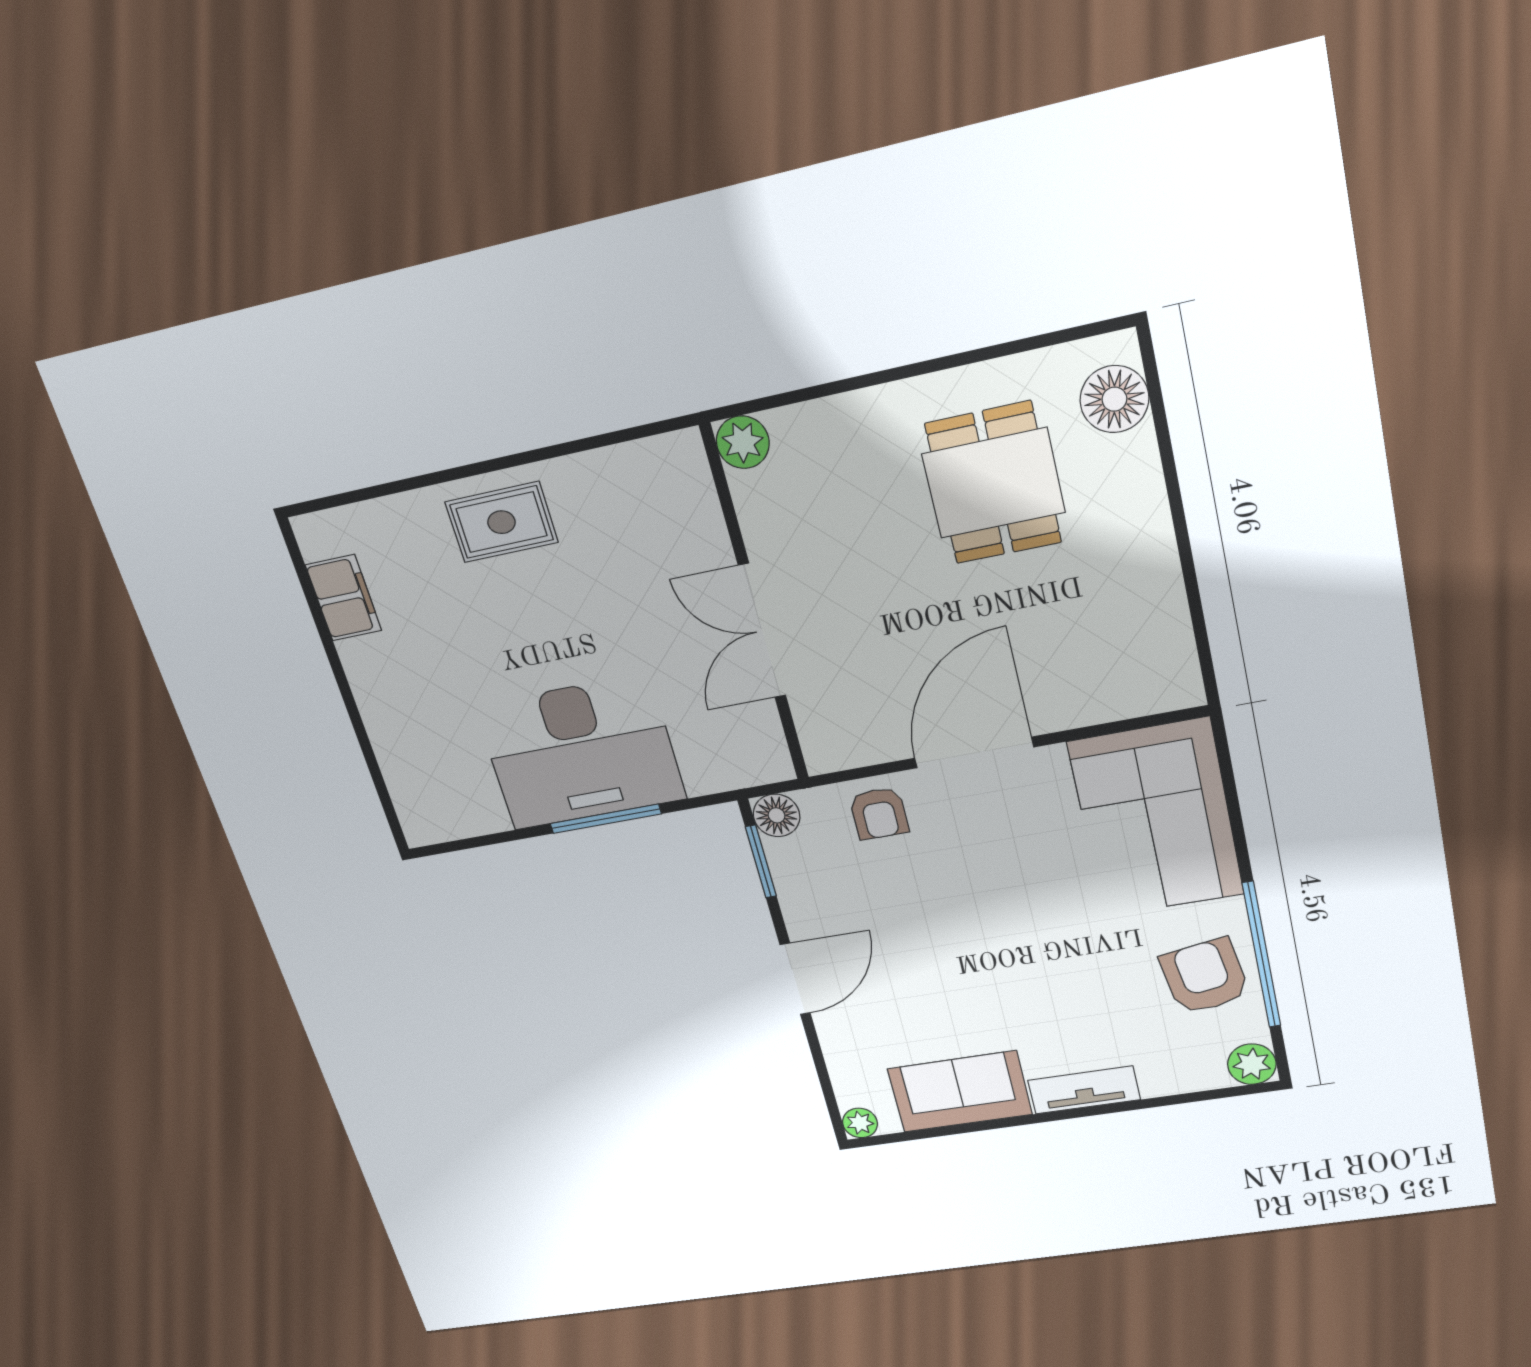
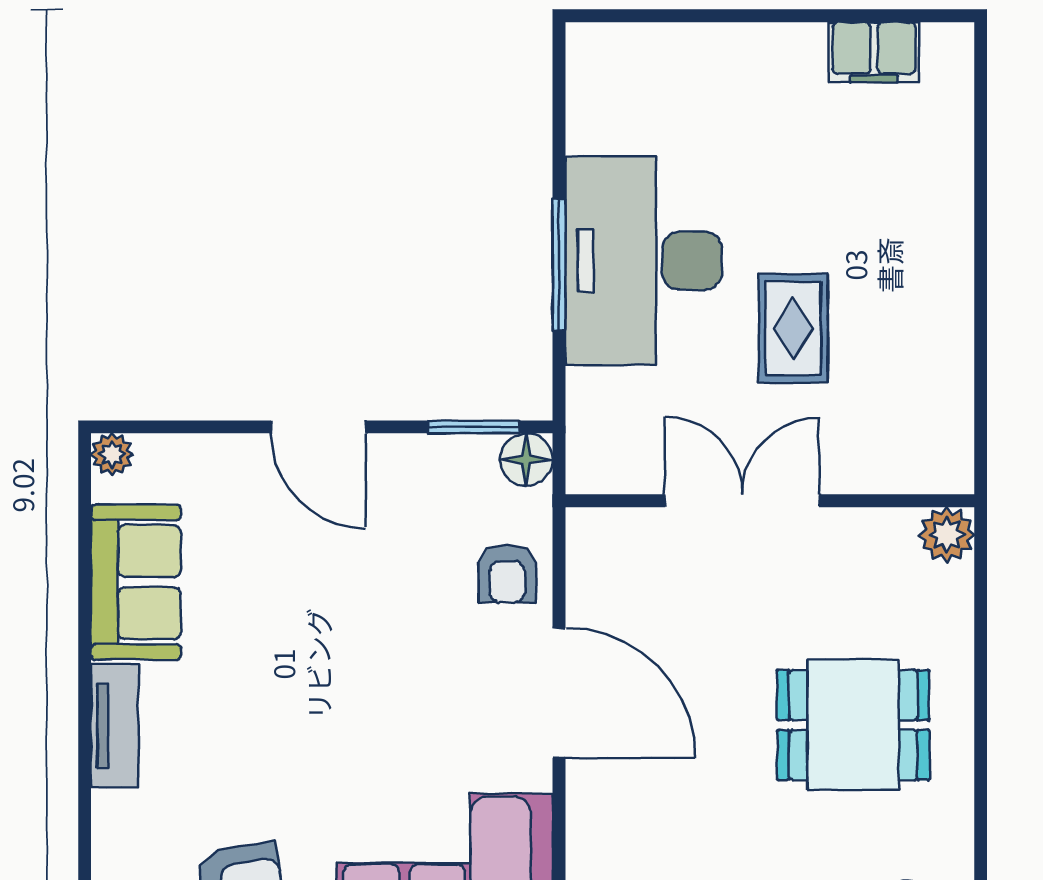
dining table: (993, 483) -> (853, 725), moved
rug: (501, 522) -> (793, 328), moved
armchair: (879, 813) -> (507, 574), turned -90

